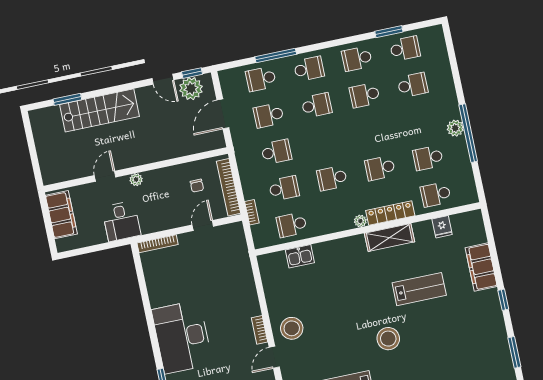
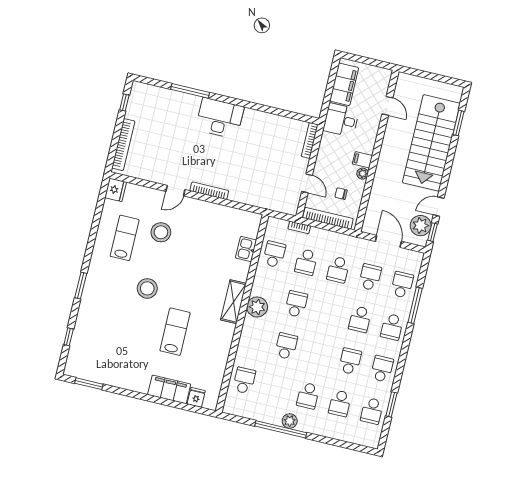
stairs: (100, 110) -> (431, 143), width x1.36, depth x1.51
school desk: (428, 158) -> (308, 396), moved, turned 180
door: (105, 176) -> (387, 106), moved
plant: (136, 180) -> (363, 174), moved
filing cabinet: (152, 180) -> (362, 160), added
locker: (390, 213) -> (246, 337), removed
filing cabinet: (61, 215) -> (344, 84), moved, turned -90
plant: (360, 221) -> (257, 307), width x1.88, depth x1.88
fridge: (442, 227) -> (196, 397), moved, turned 90
shelving: (389, 237) -> (233, 302), moved
lab bench: (419, 289) -> (175, 332), turned 180
window: (503, 300) -> (135, 395), removed
stool: (292, 328) -> (161, 232), moved
bookcase: (259, 330) -> (209, 191), width x1.56
desk: (182, 337) -> (220, 118), width x0.73, depth x0.77
door: (274, 357) -> (175, 191), swing flipped

